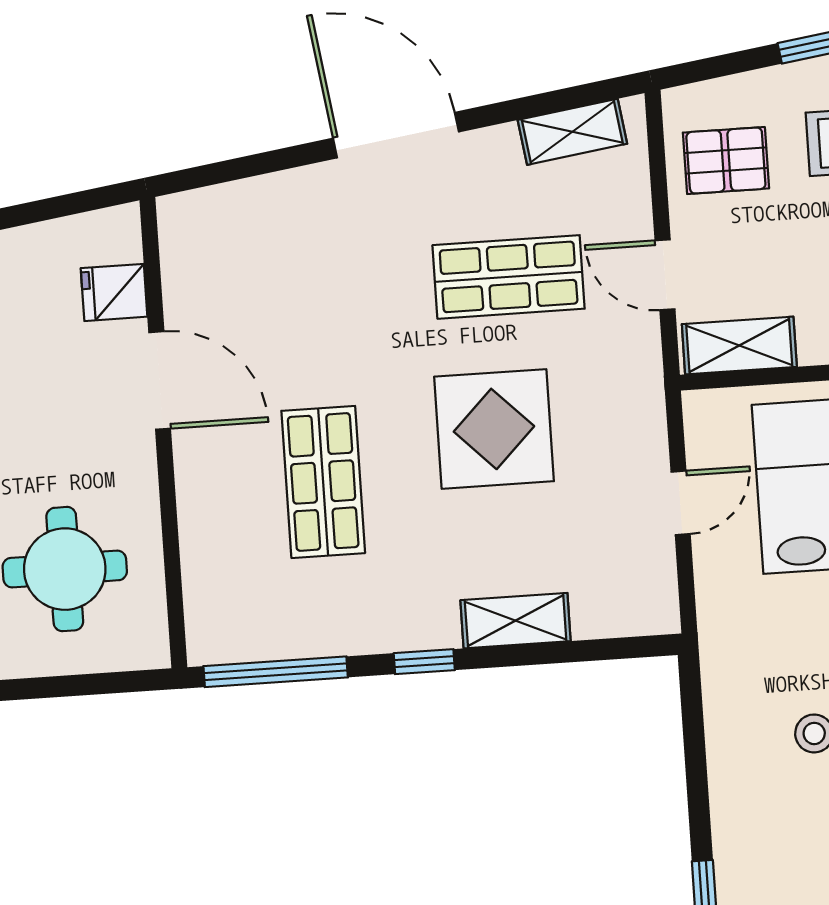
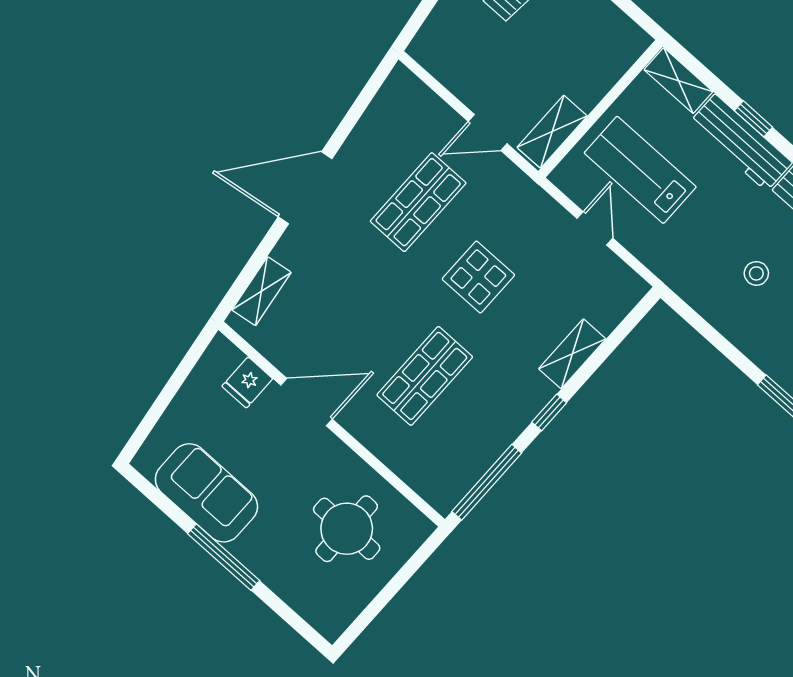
shelving: (572, 132) -> (261, 291), moved
pallet: (726, 161) -> (465, 54), removed
display table: (494, 429) -> (478, 277), width x0.73, depth x0.73
shop shelf: (323, 482) -> (425, 376), turned 90

